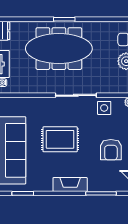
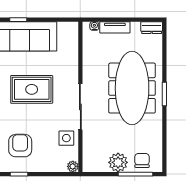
rug: (60, 139) -> (32, 89), turned 90
armchair: (111, 150) -> (20, 146), turned 90

